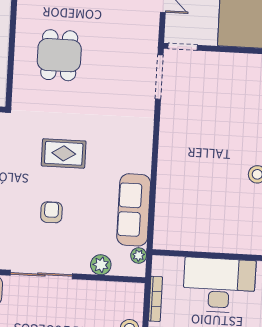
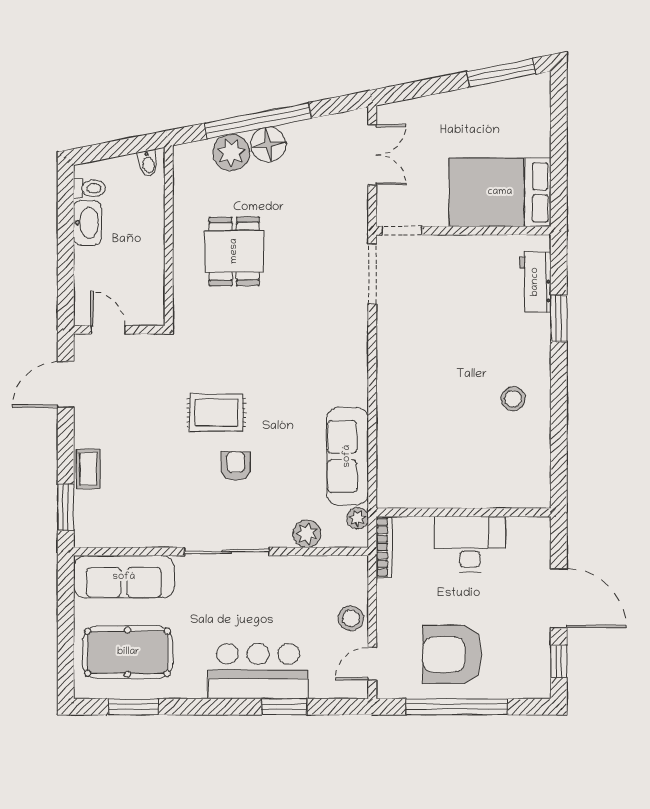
rug: (64, 153) -> (216, 413), moved
desk: (219, 285) -> (470, 544), width x0.73, depth x0.77
bookcase: (156, 299) -> (384, 547), moved

